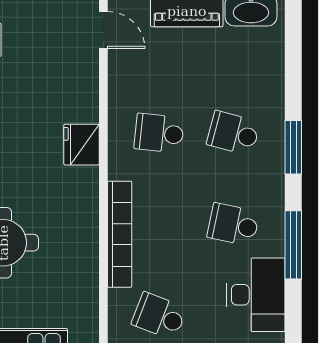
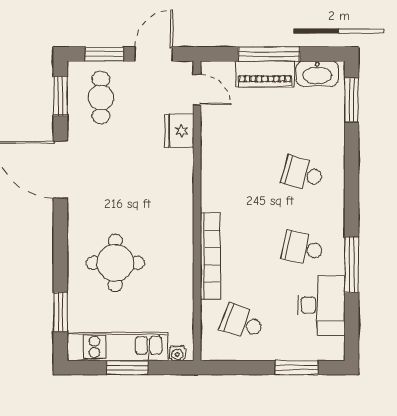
school desk: (159, 133) -> (242, 174), removed
fridge: (82, 145) -> (179, 131), moved
window: (293, 147) -> (352, 100), moved

